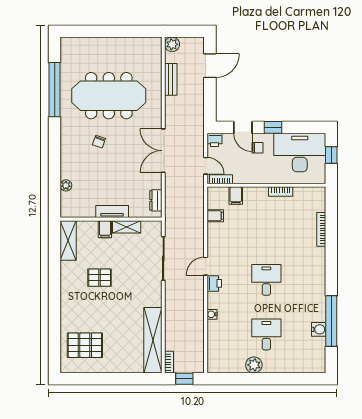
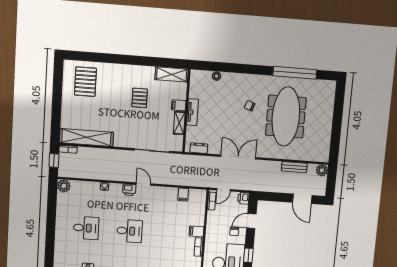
window: (273, 127) -> (248, 255), moved
filing cabinet: (236, 196) -> (196, 231), moved
plant: (254, 365) -> (64, 186), moved

